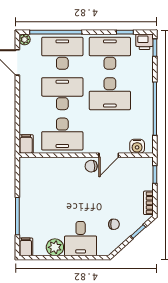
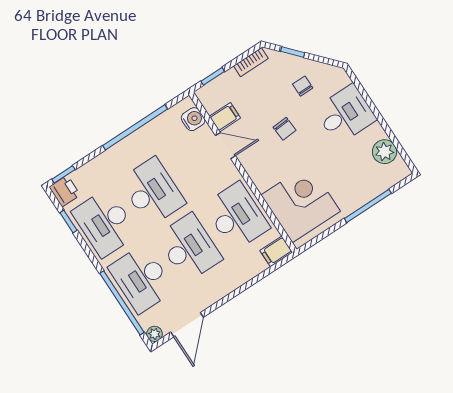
desk: (62, 94) -> (189, 248), turned 180
chair: (91, 166) -> (285, 129), moved
corner desk: (45, 177) -> (301, 203), added
filing cabinet: (26, 247) -> (225, 117), moved, turned 180
plant: (55, 247) -> (385, 152), moved

